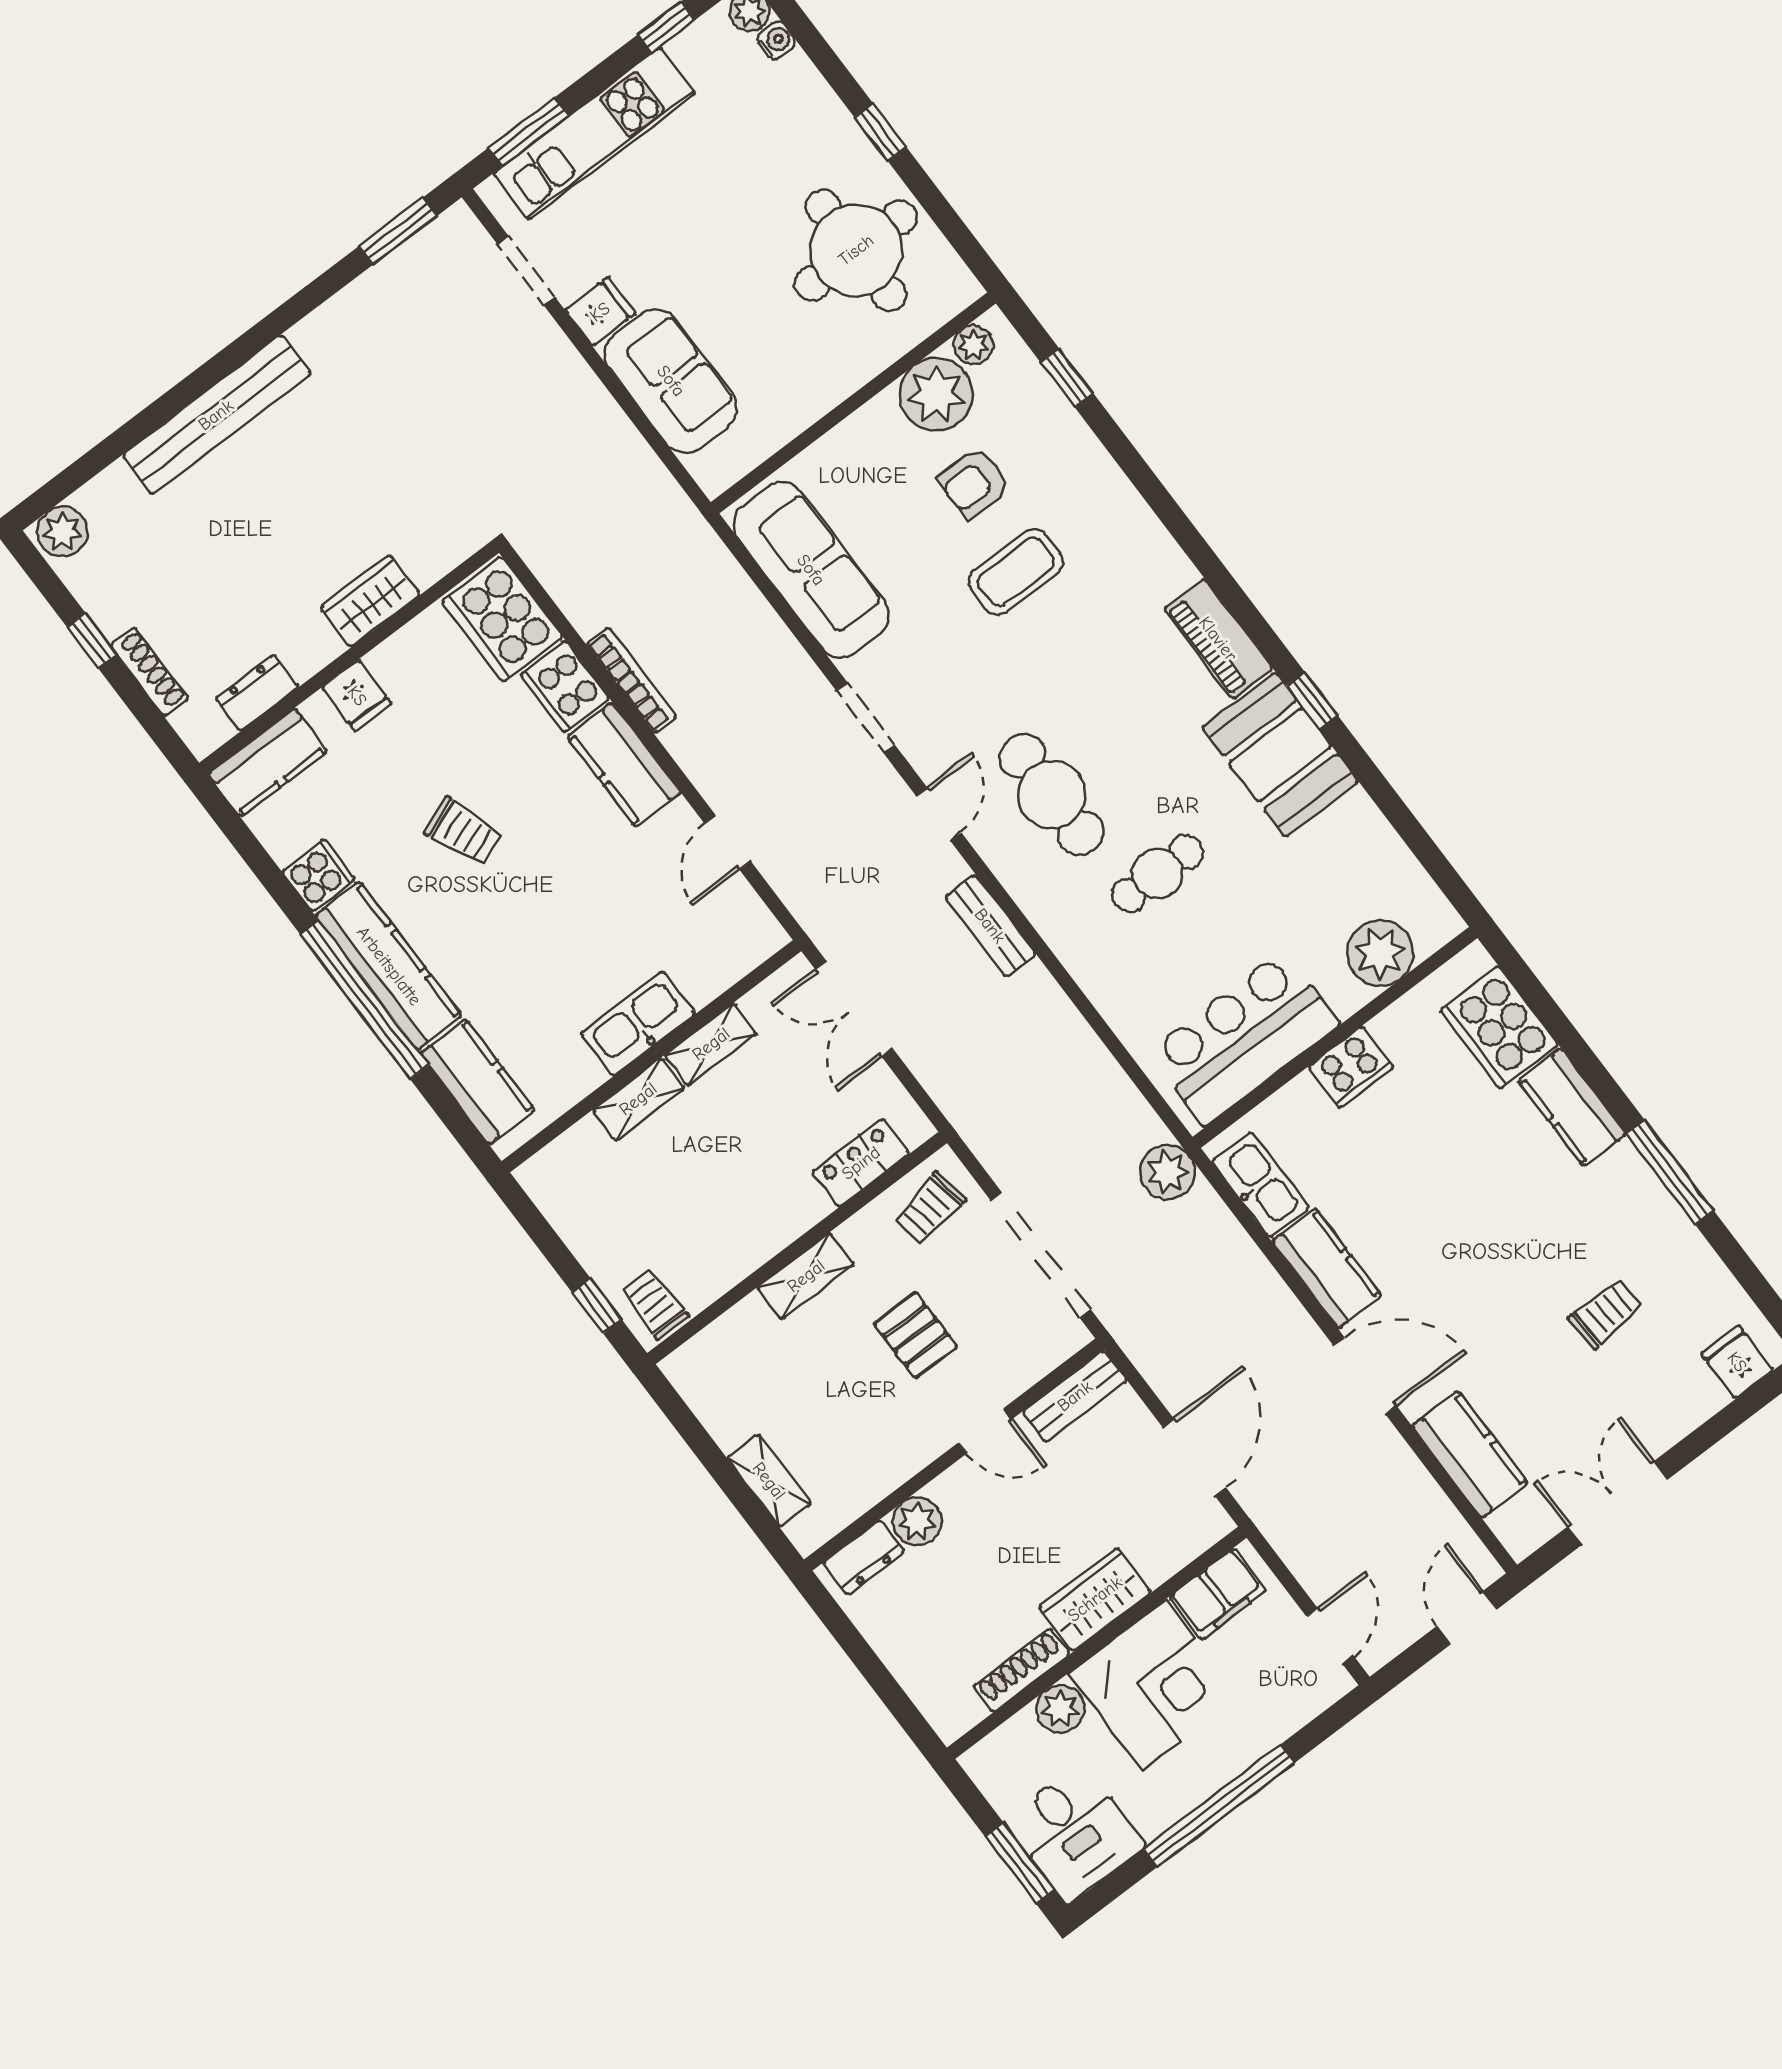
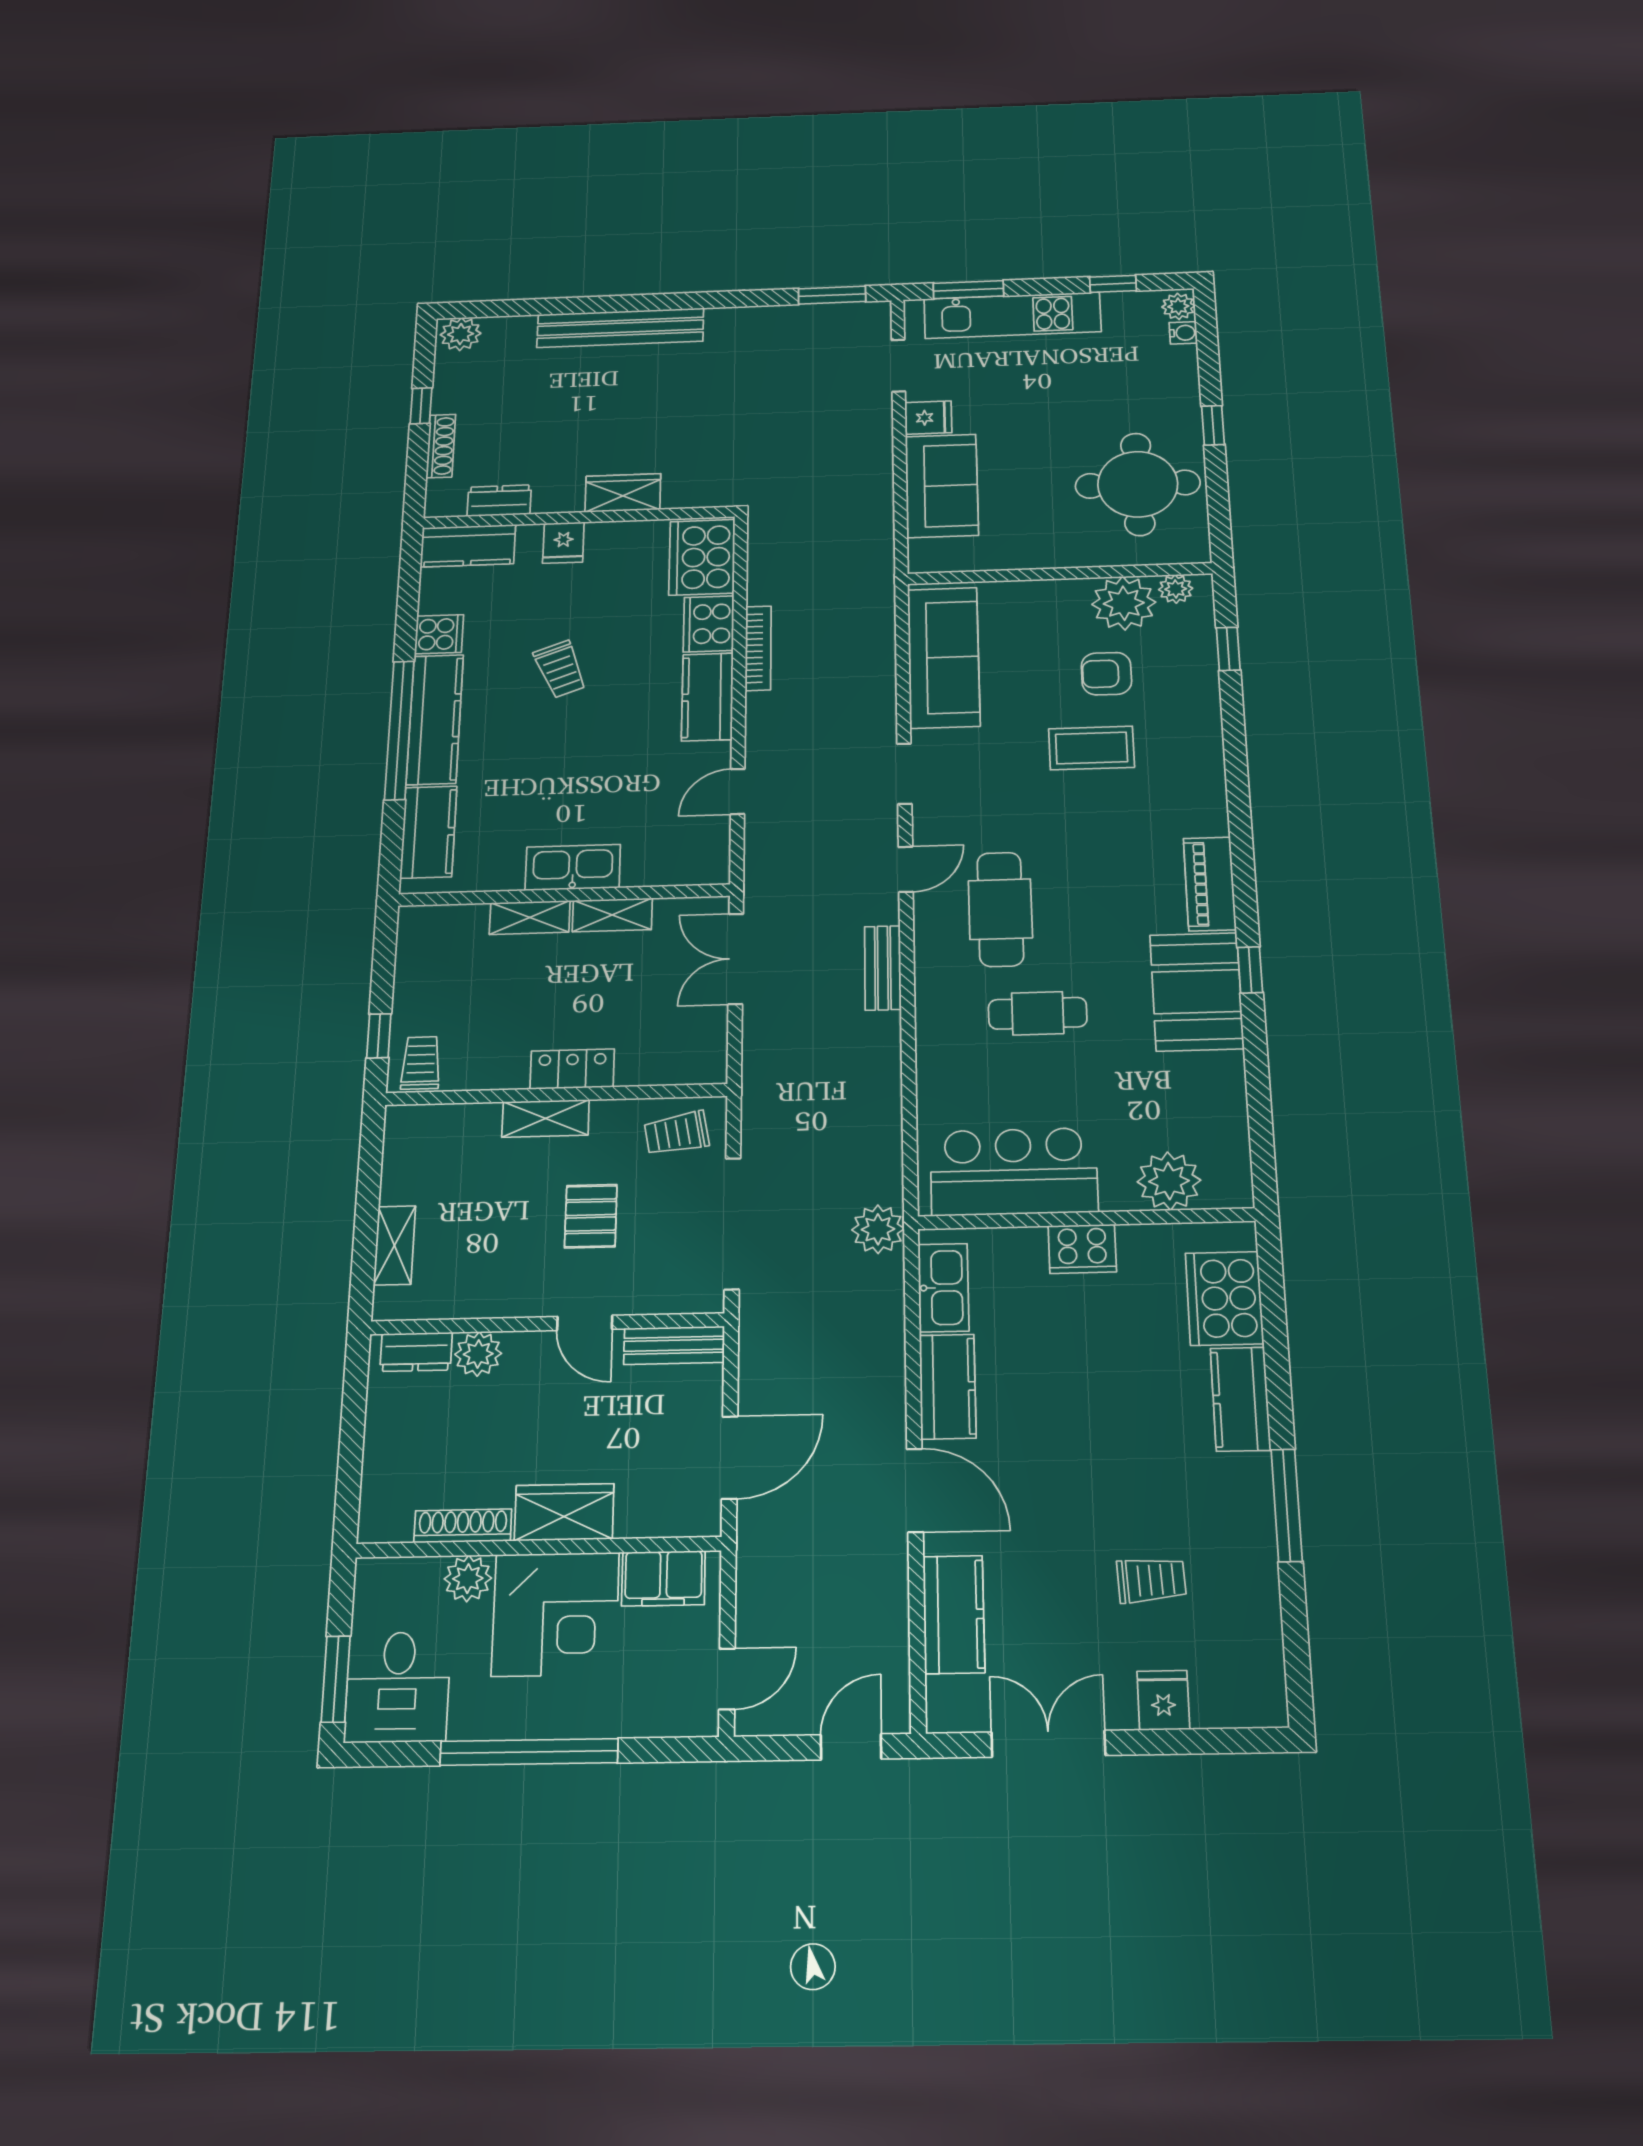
locker: (861, 1163) -> (572, 1069), moved
fridge: (1737, 1362) -> (1163, 1700), moved

